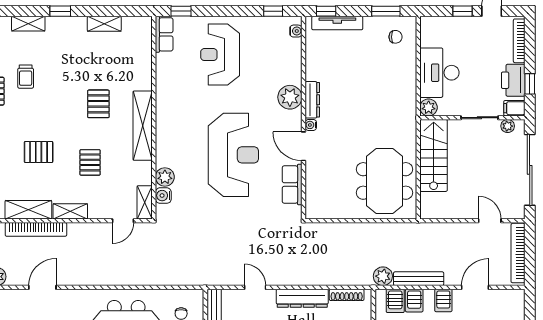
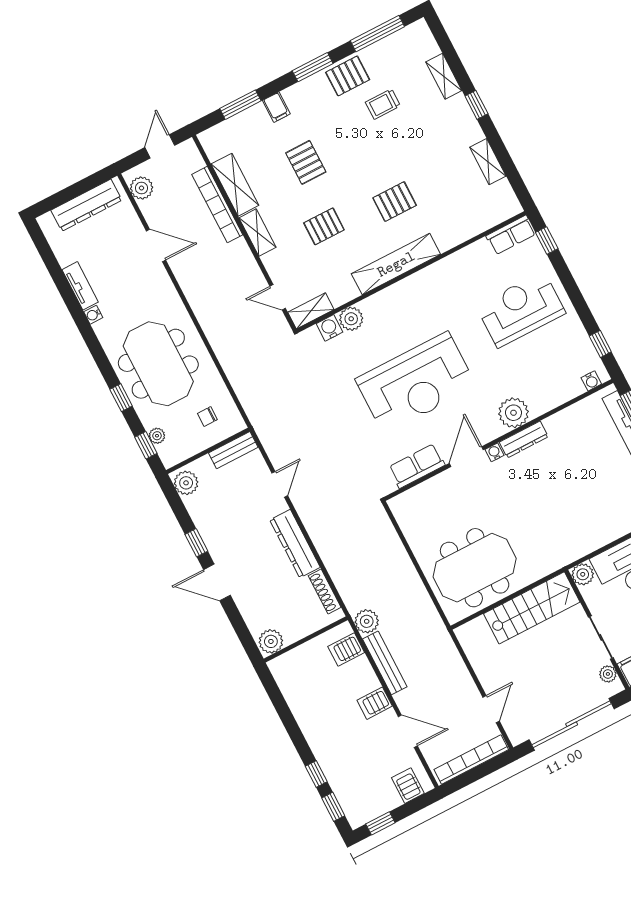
server rack: (414, 301) -> (408, 786), moved, turned 90

